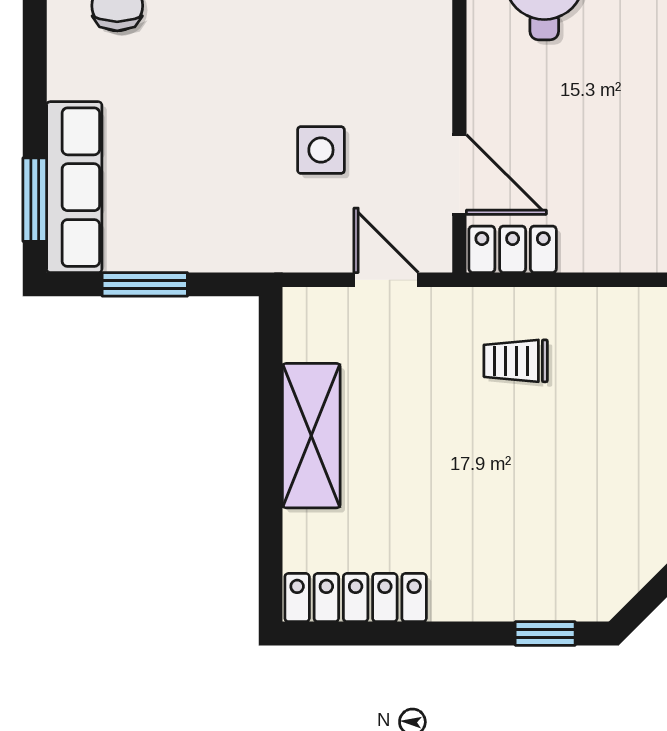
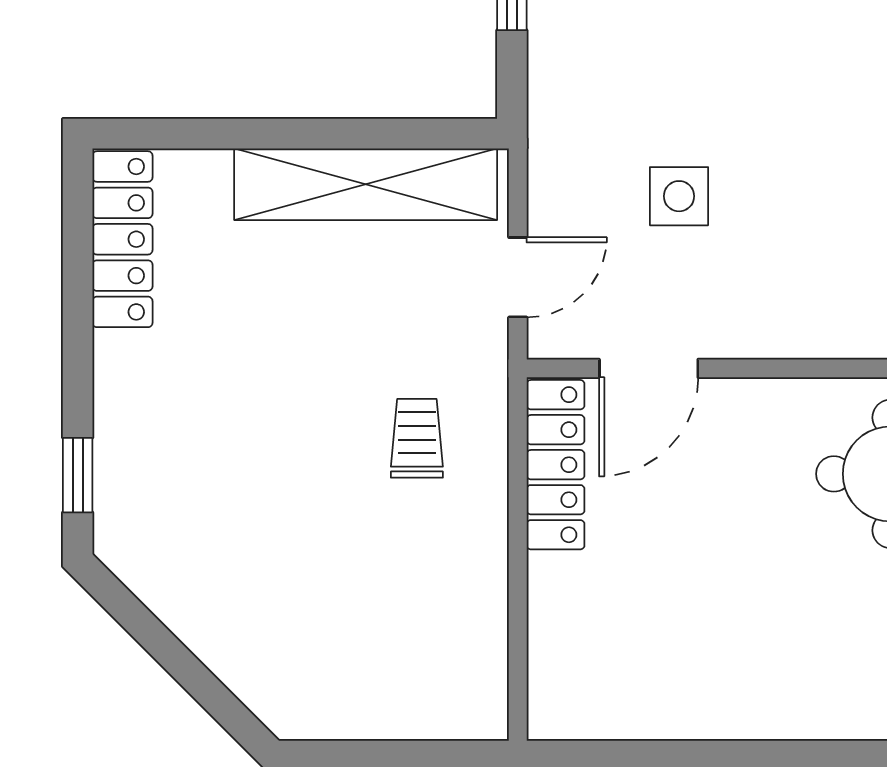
locker: (513, 249) -> (556, 465), width x1.53
shelving: (311, 436) -> (366, 184), width x1.47

